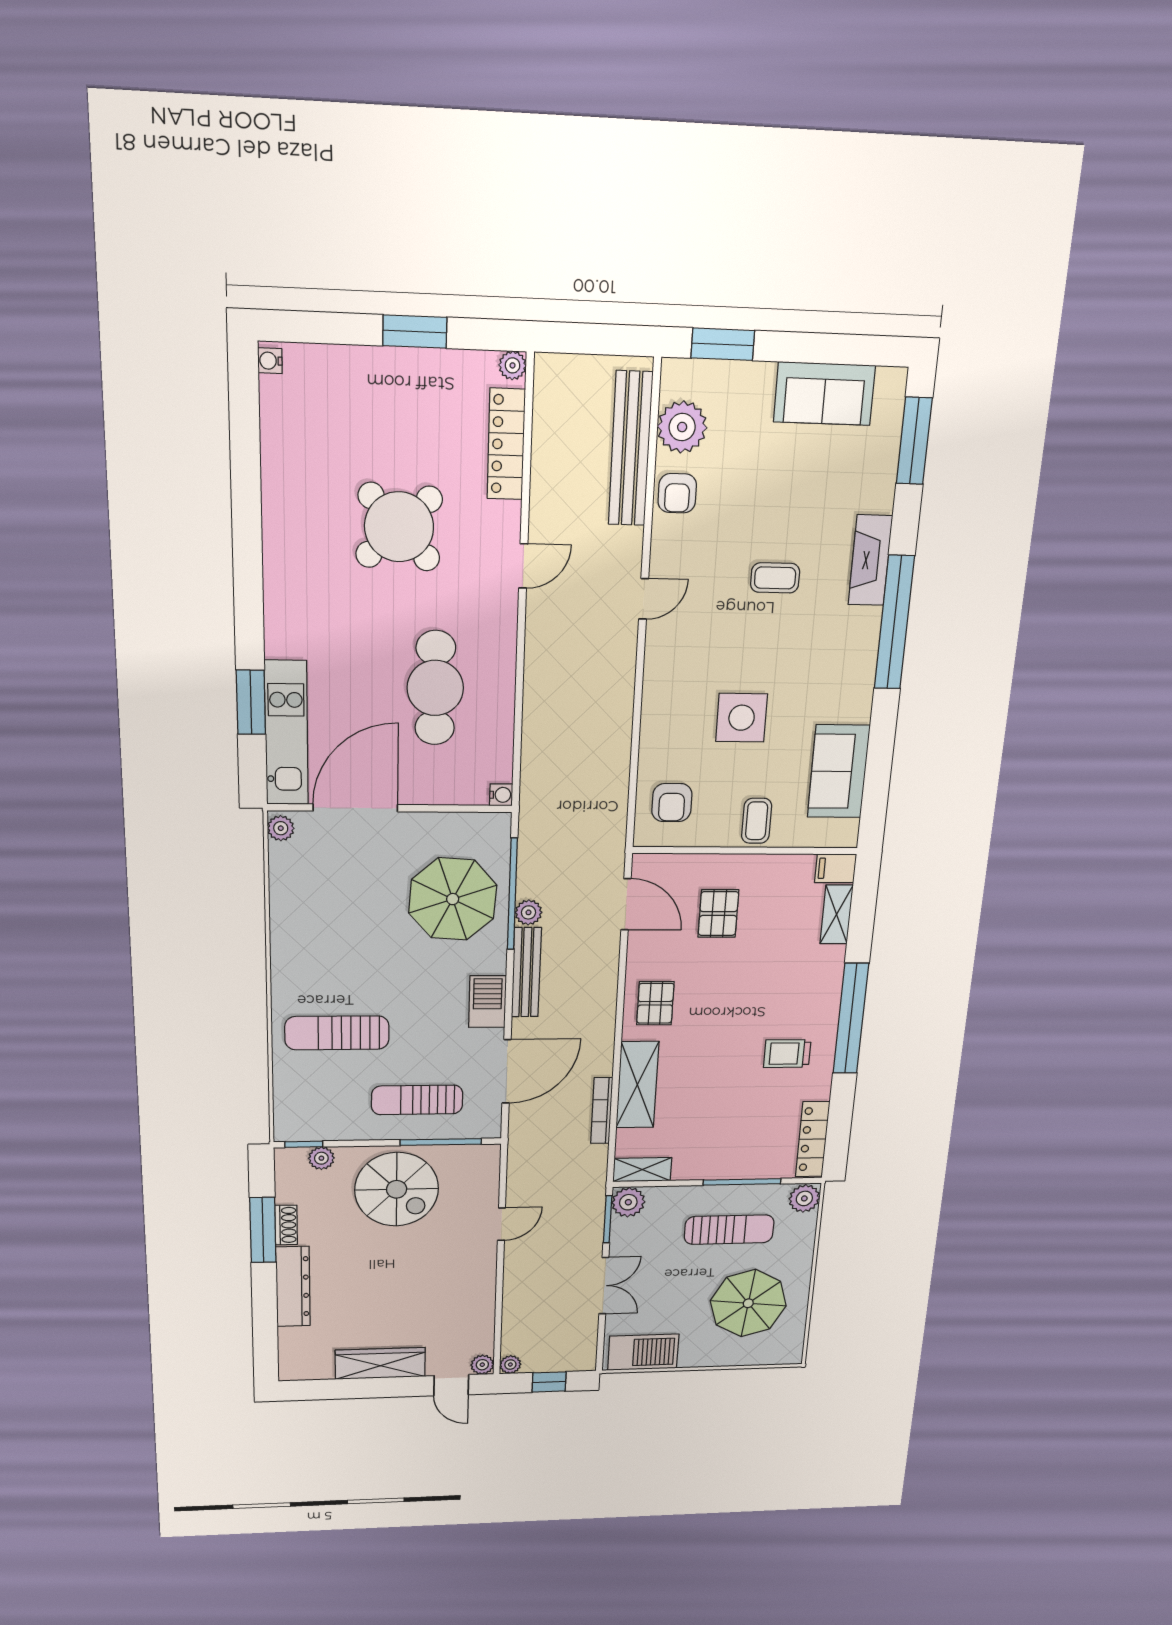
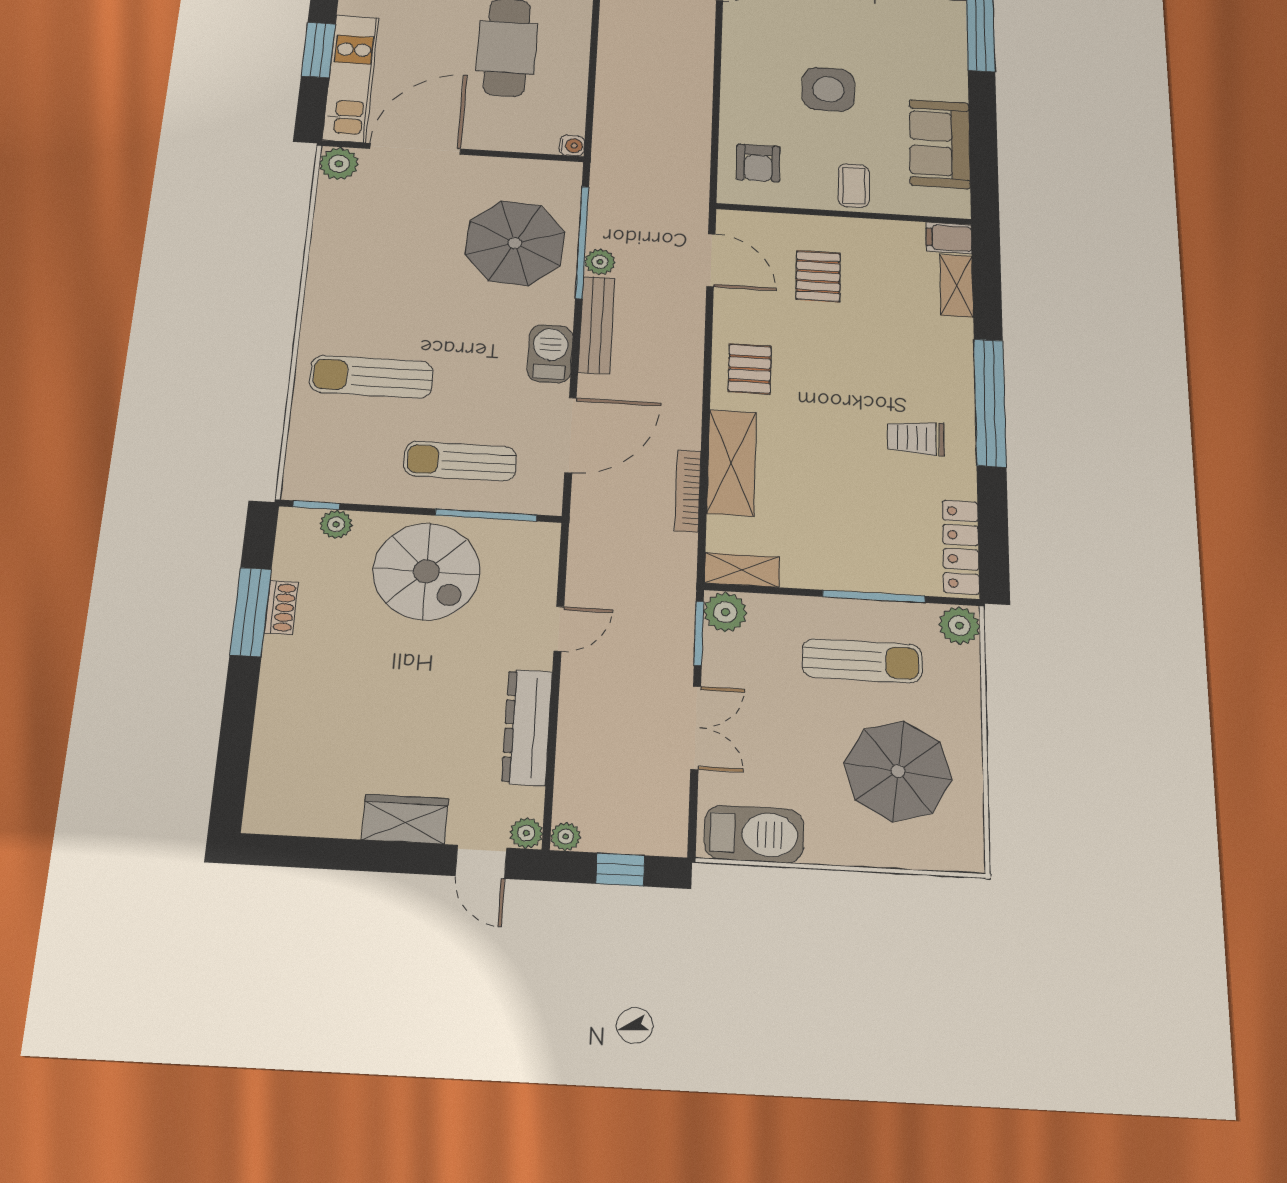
plant: (281, 828) -> (339, 164), width x1.38, depth x1.38
dresser: (293, 1287) -> (527, 727), moved, turned 180
wardrobe: (380, 1363) -> (405, 819), width x0.67

